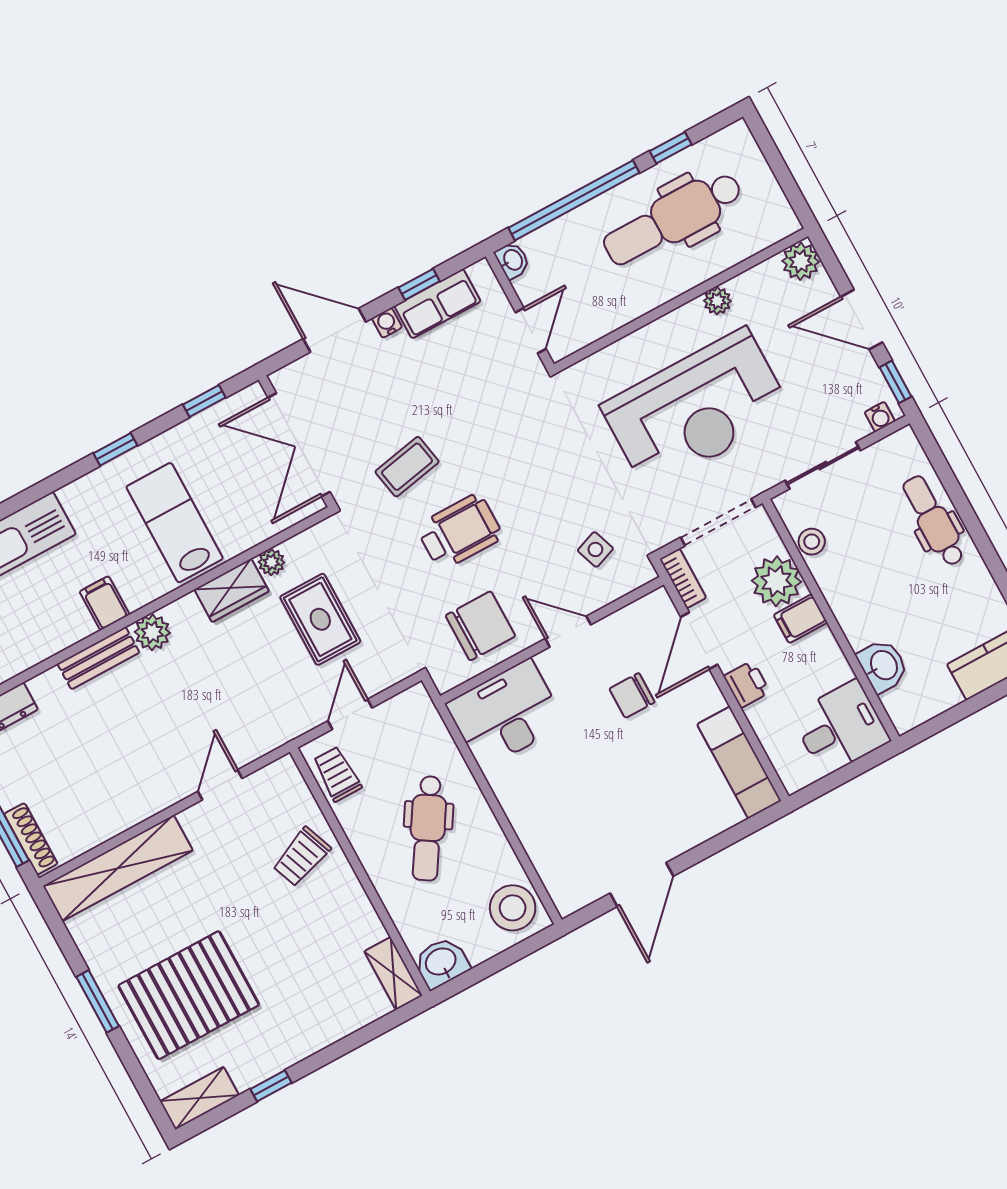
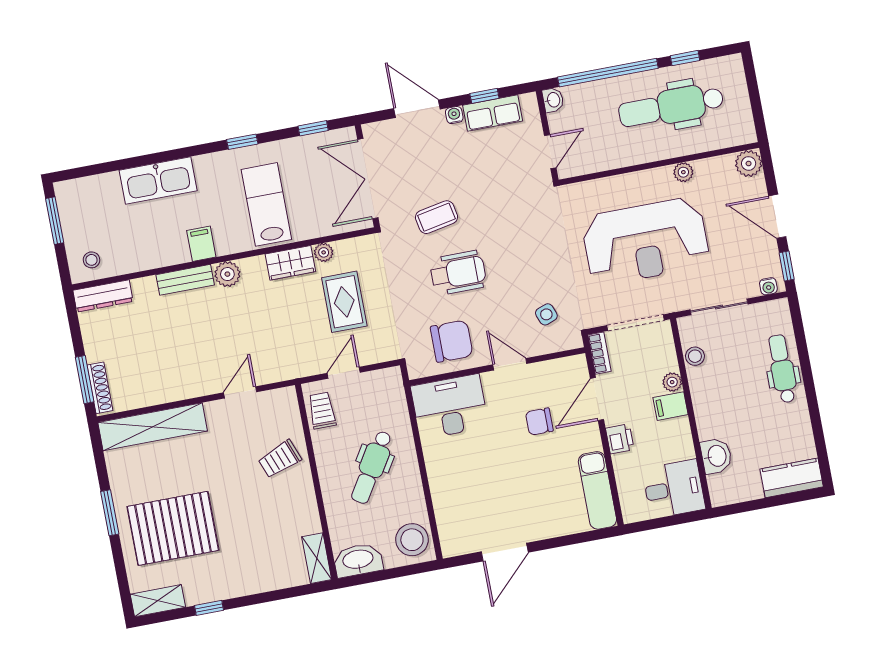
plant: (776, 581) -> (672, 382), width x0.53, depth x0.53
washbasin: (441, 963) -> (358, 560), width x1.38

